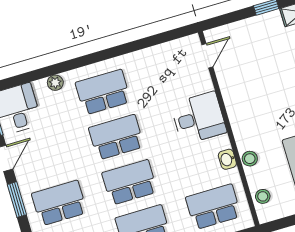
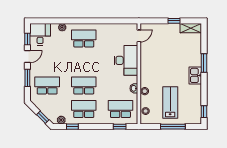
desk: (199, 118) -> (126, 60), width x1.37
school desk: (116, 137) -> (84, 62), removed

